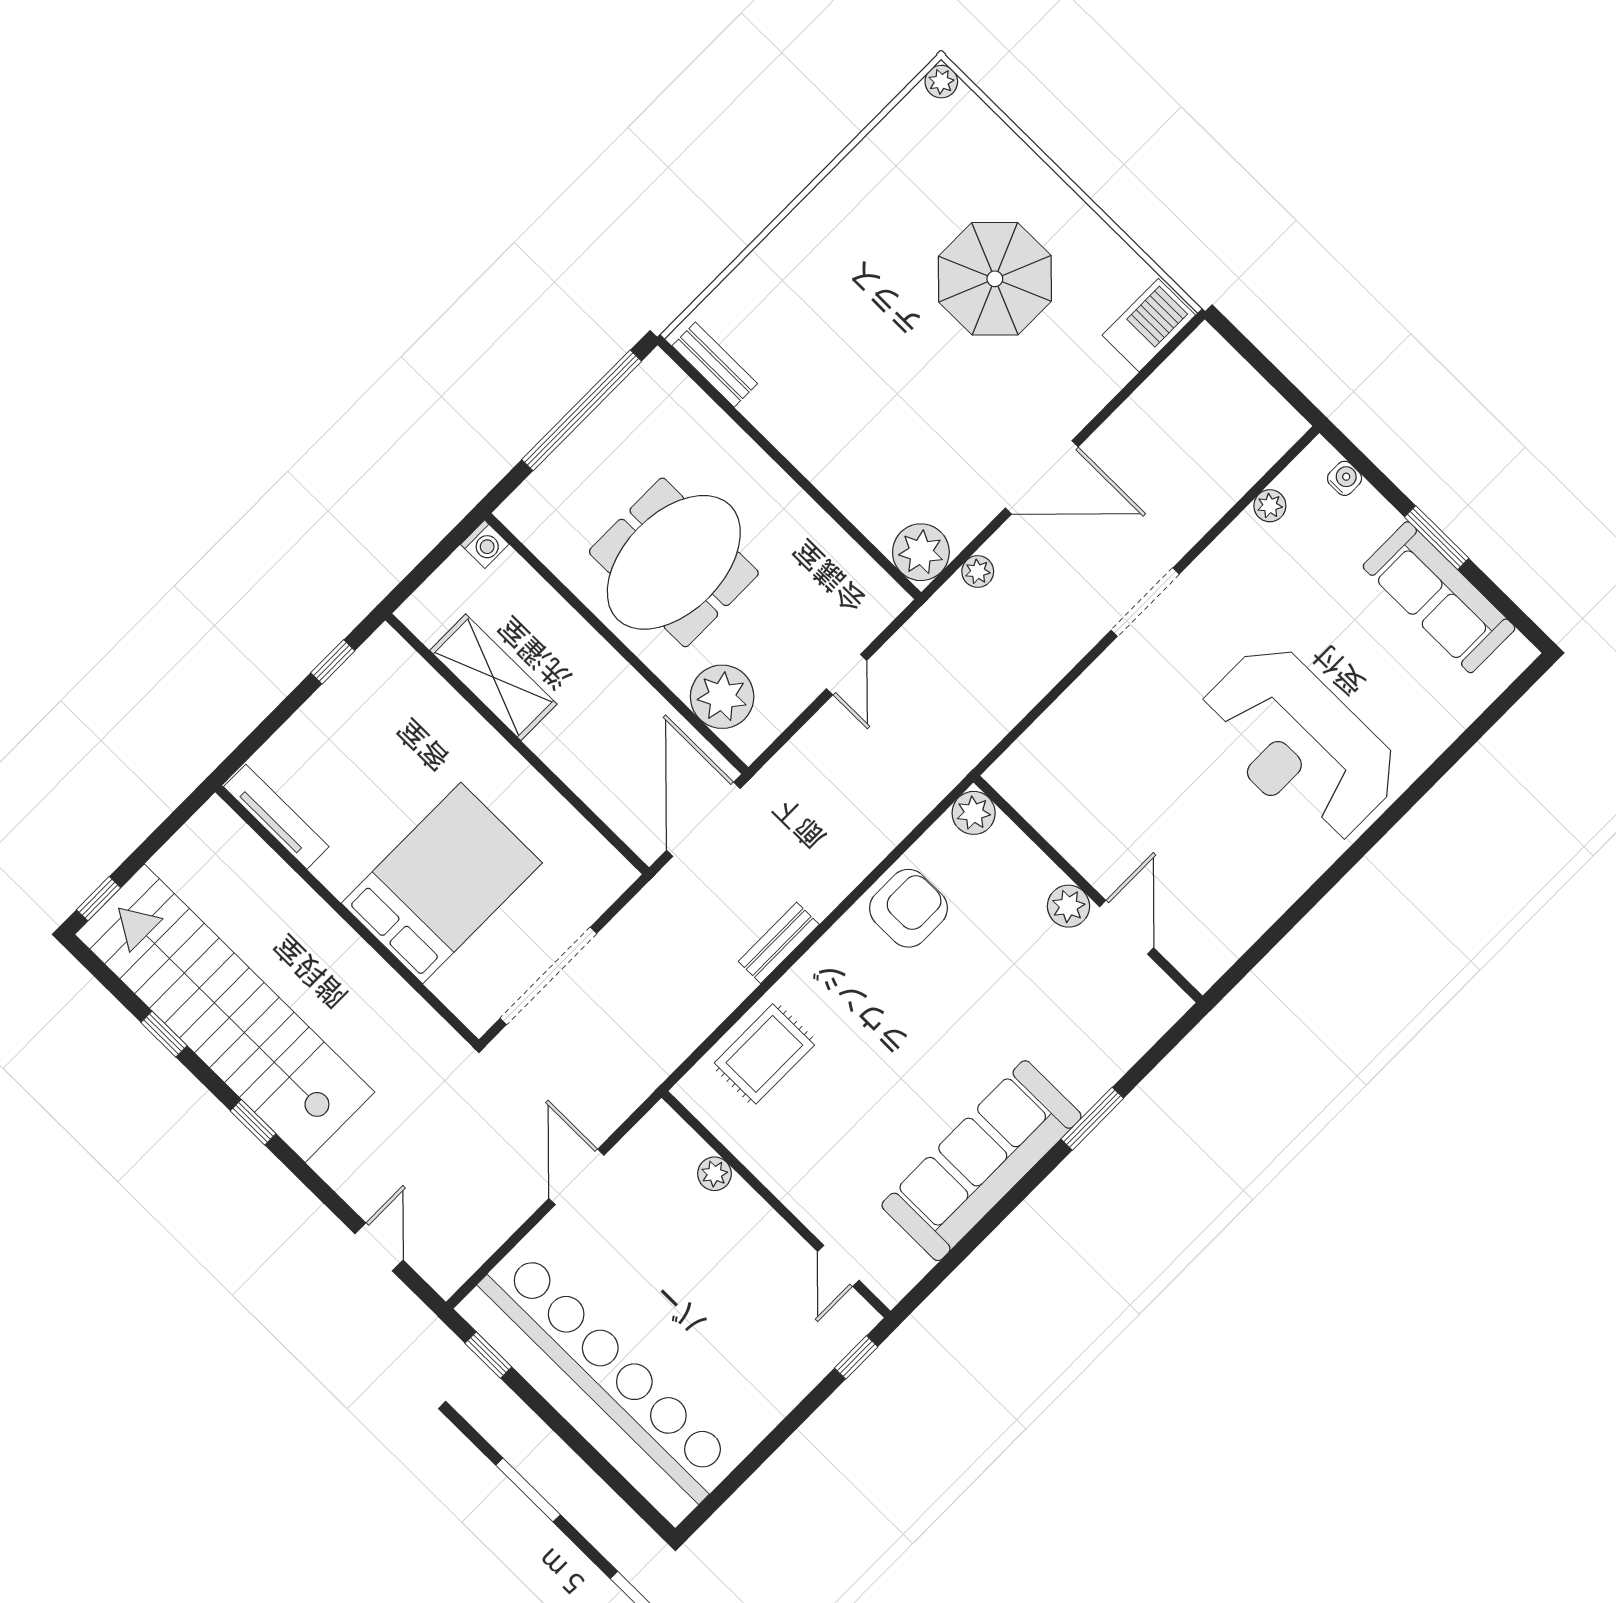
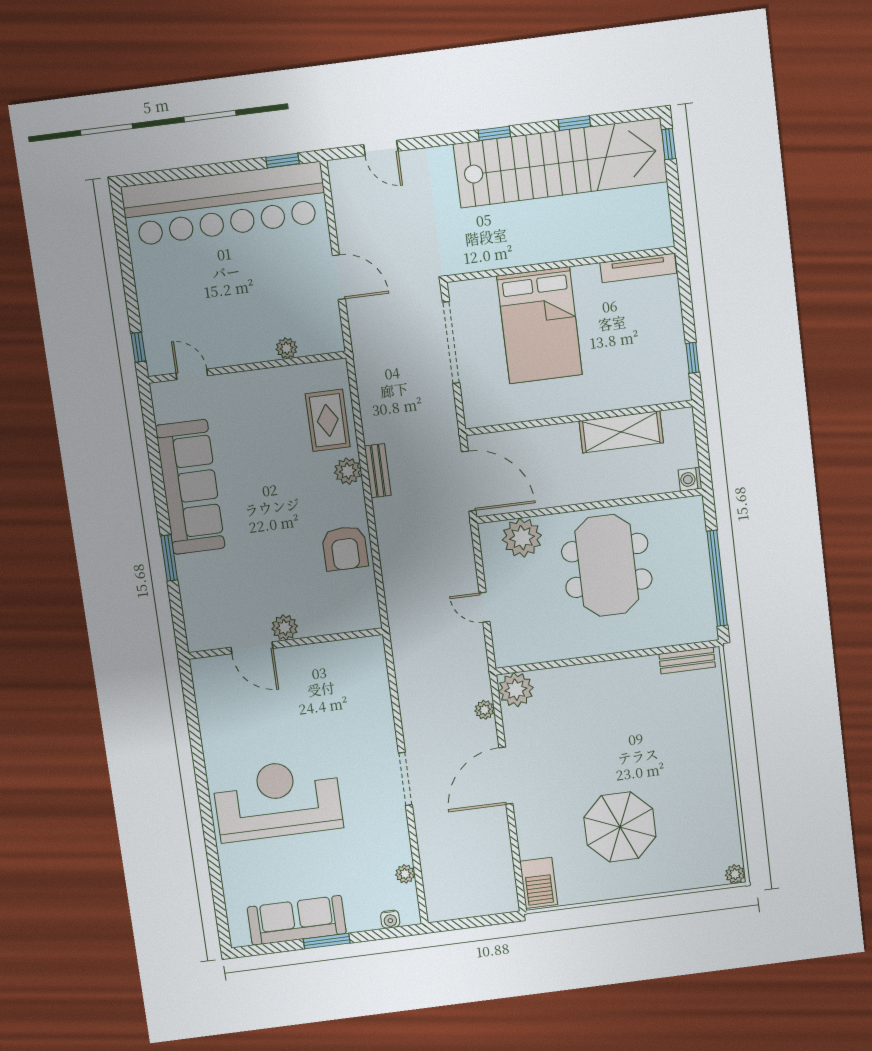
plant: (974, 813) -> (348, 471), moved

